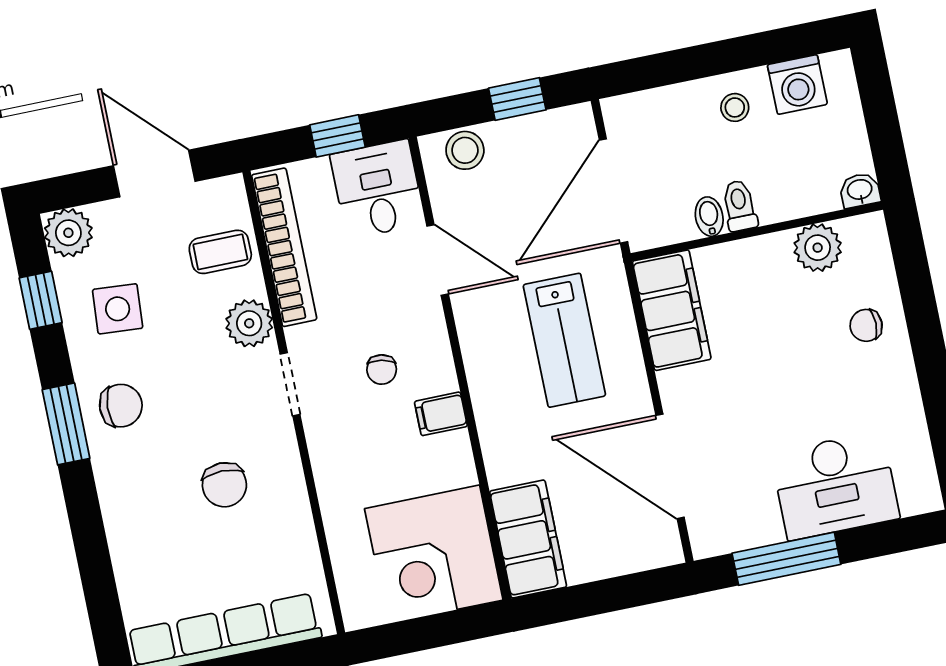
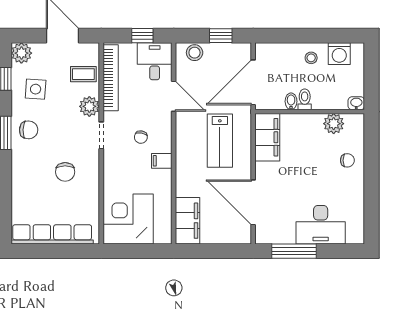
chair: (866, 325) -> (347, 160), turned 180
corner desk: (434, 554) -> (128, 219), moved, turned 90

